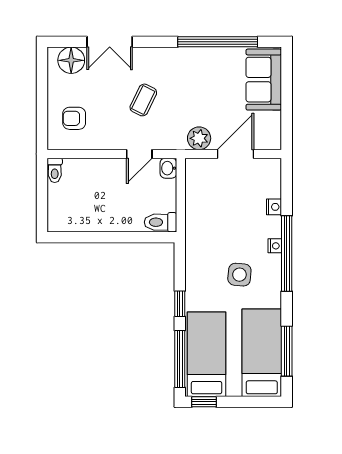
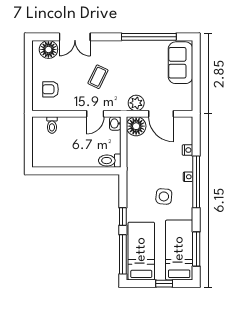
door: (235, 154) -> (161, 114), swing flipped
toilet: (55, 170) -> (52, 125), moved
floor lamp: (199, 172) -> (136, 126), added
window: (204, 402) -> (164, 284), moved

